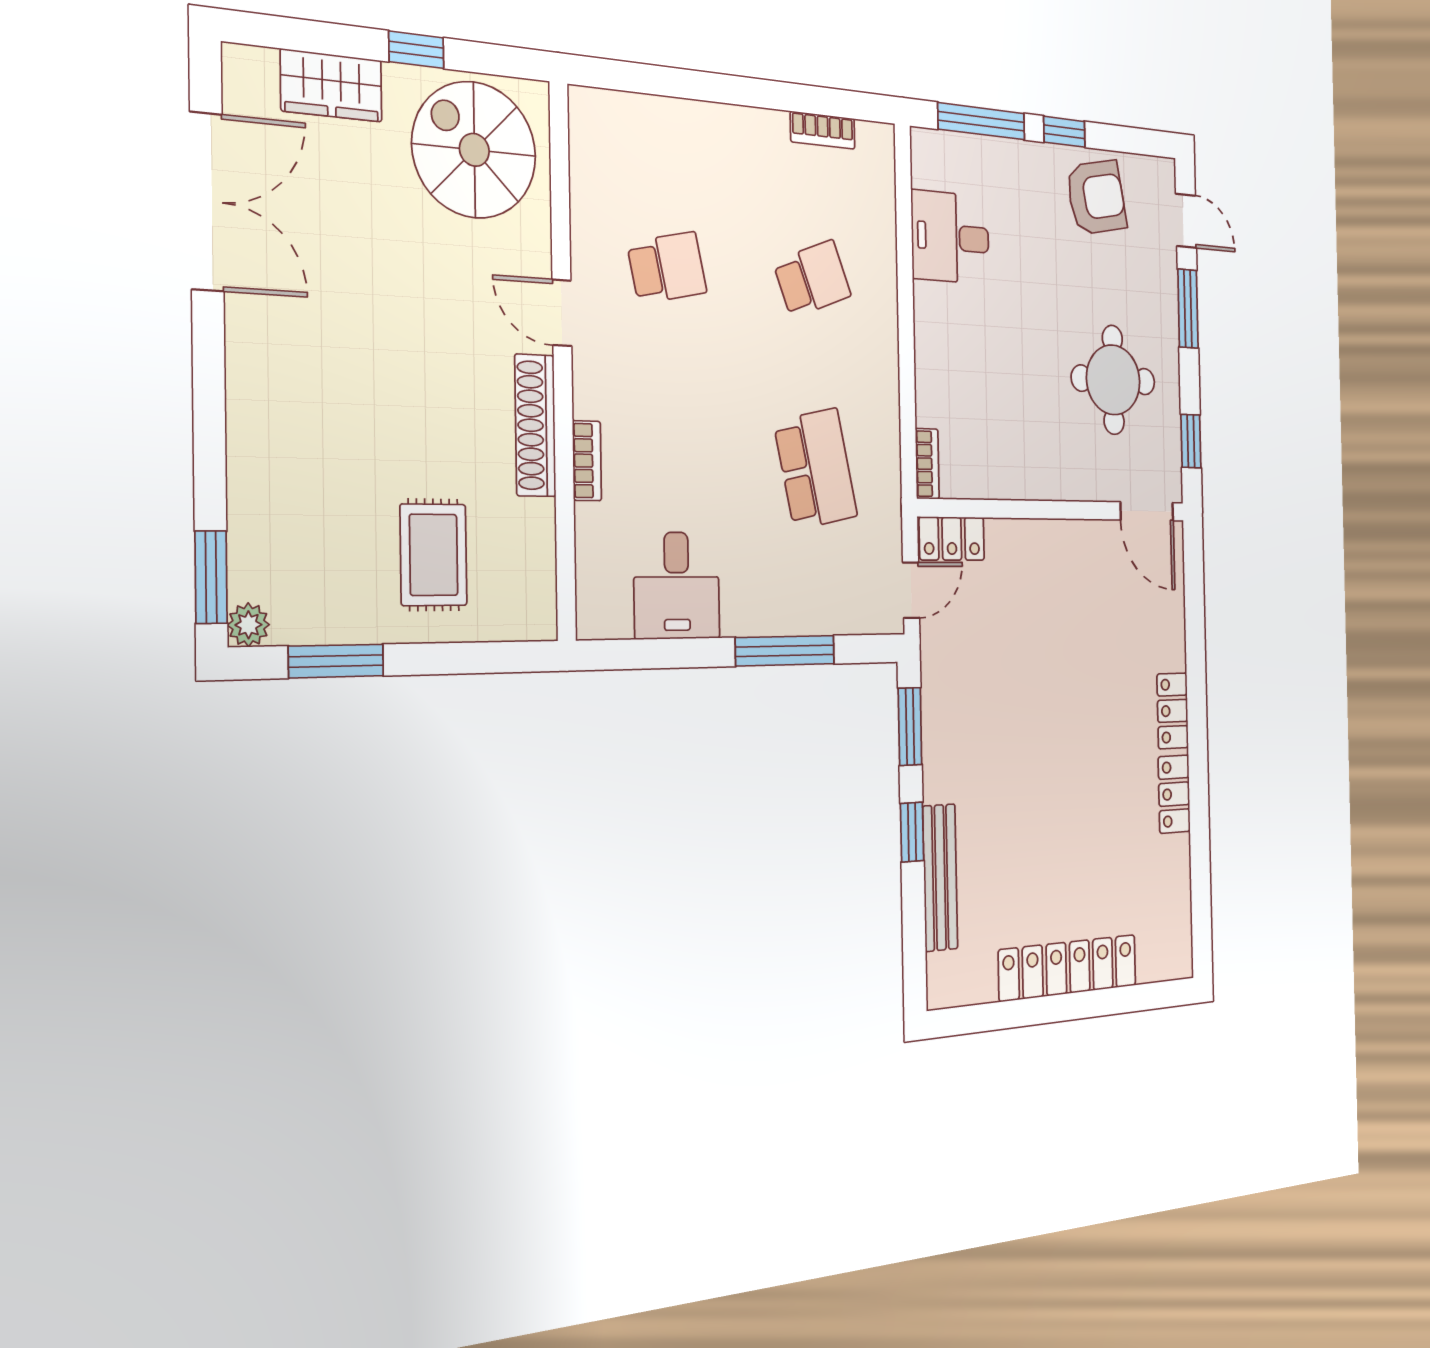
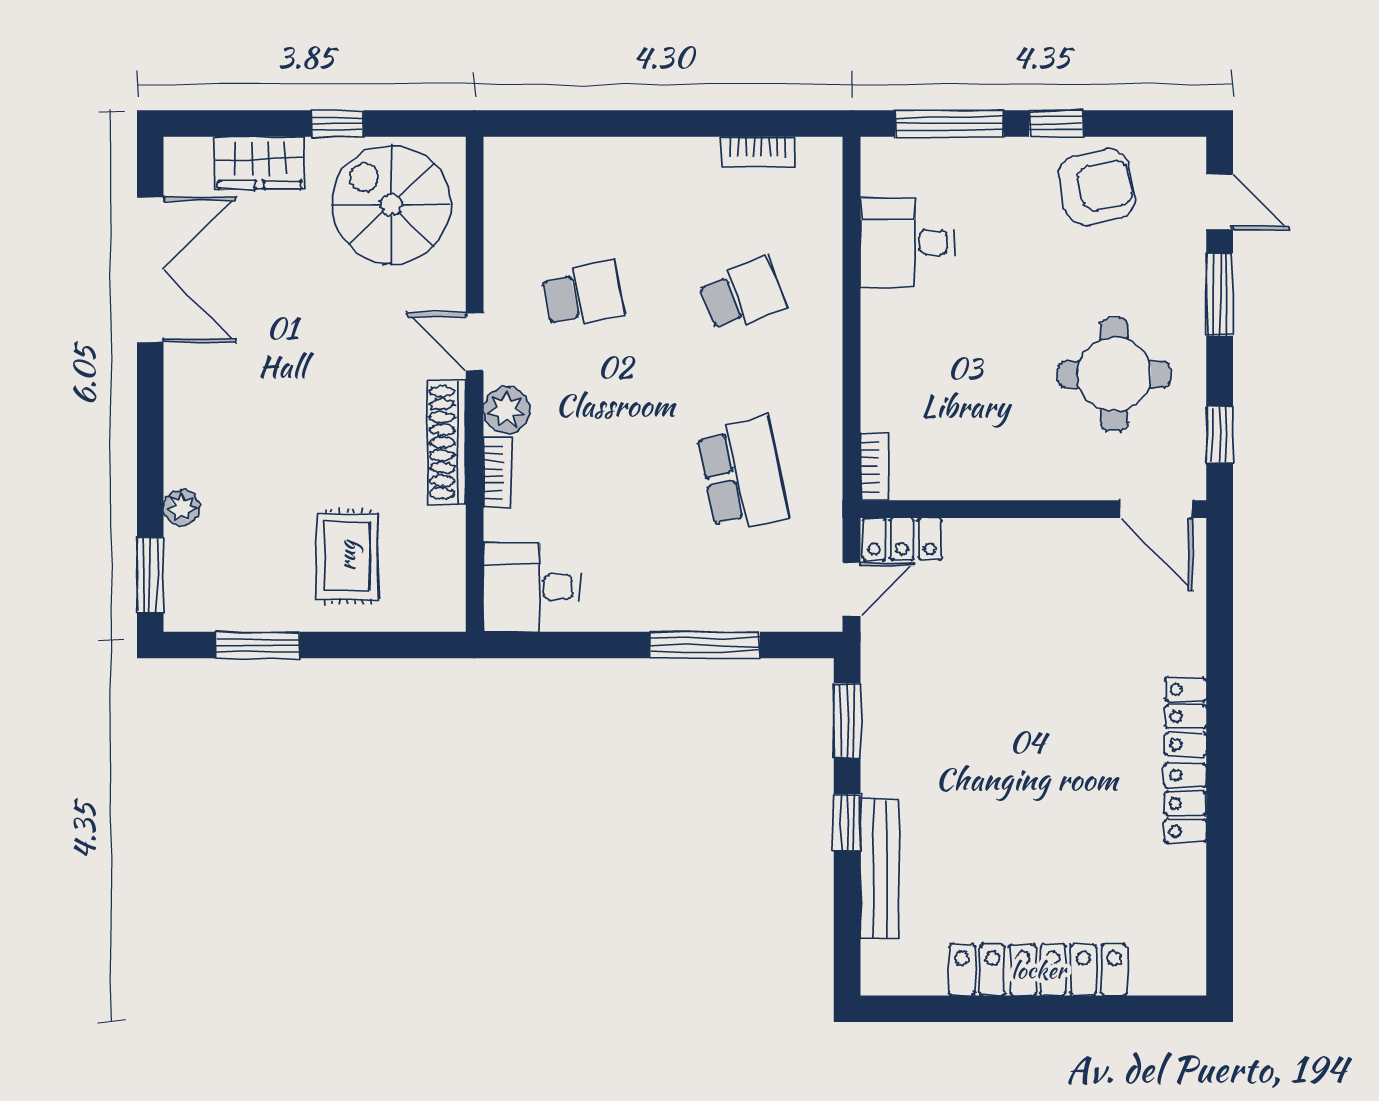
plant: (595, 391) -> (507, 410), added
desk: (677, 585) -> (532, 587), moved, turned 90
plant: (248, 625) -> (181, 508), moved

